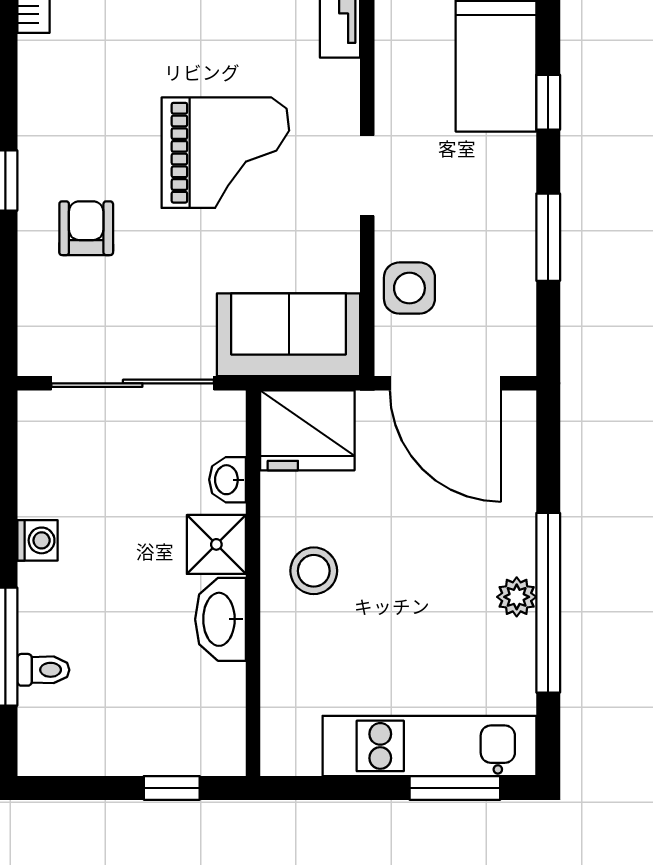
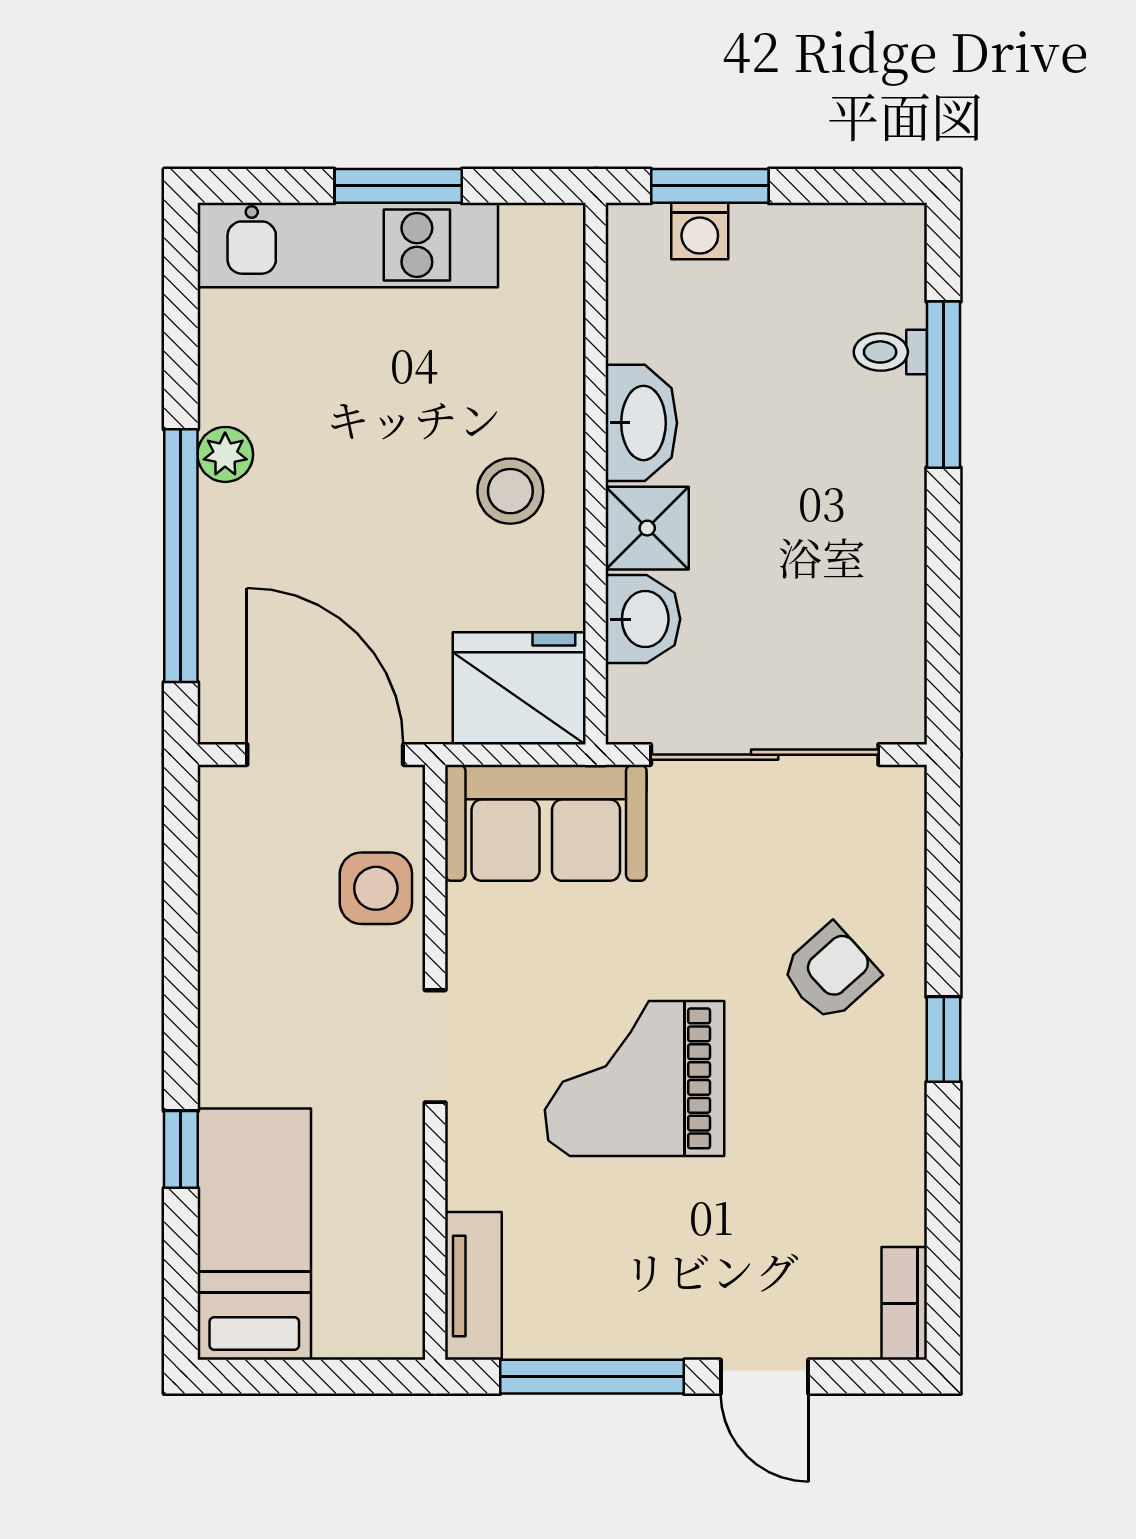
armchair: (86, 228) -> (830, 972), turned -132
window: (548, 237) -> (181, 960), removed
washbasin: (228, 480) -> (643, 619), width x1.38, depth x1.45
washing machine: (37, 540) -> (700, 231), moved, turned -90
window: (548, 603) -> (181, 556), moved
window: (172, 788) -> (710, 186), width x1.50
window: (455, 788) -> (398, 186), moved

